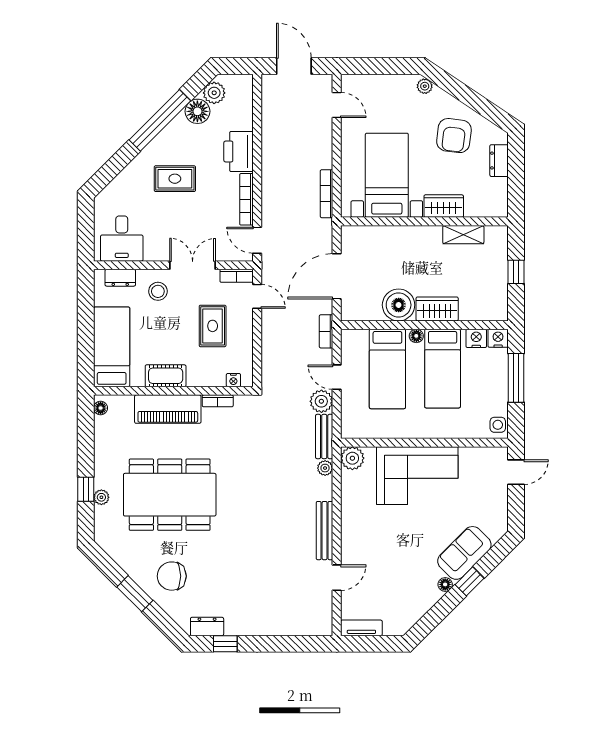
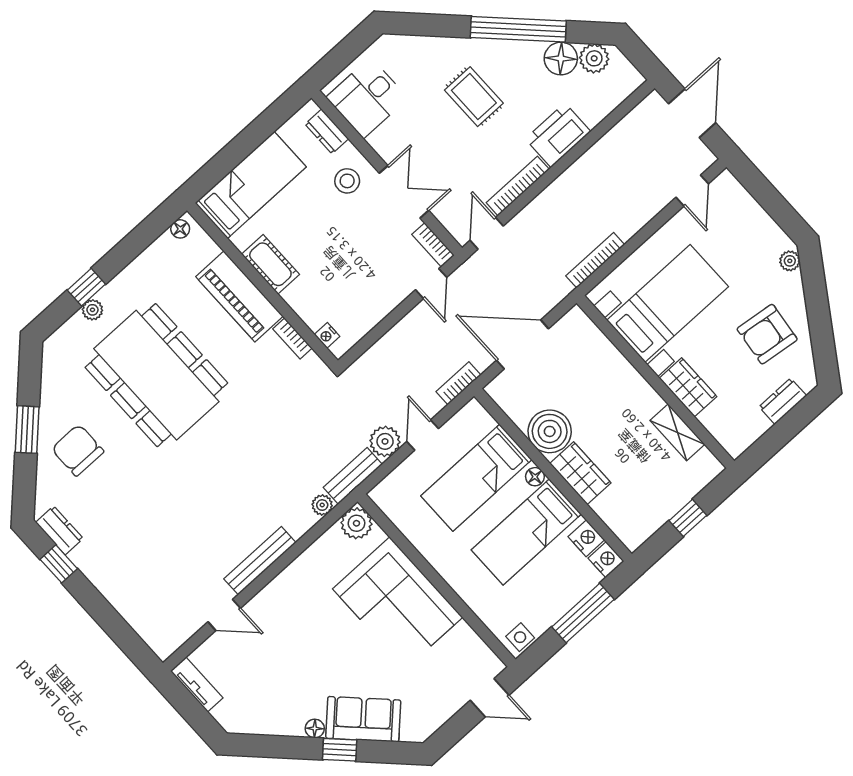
rug: (213, 326) -> (362, 266), removed

